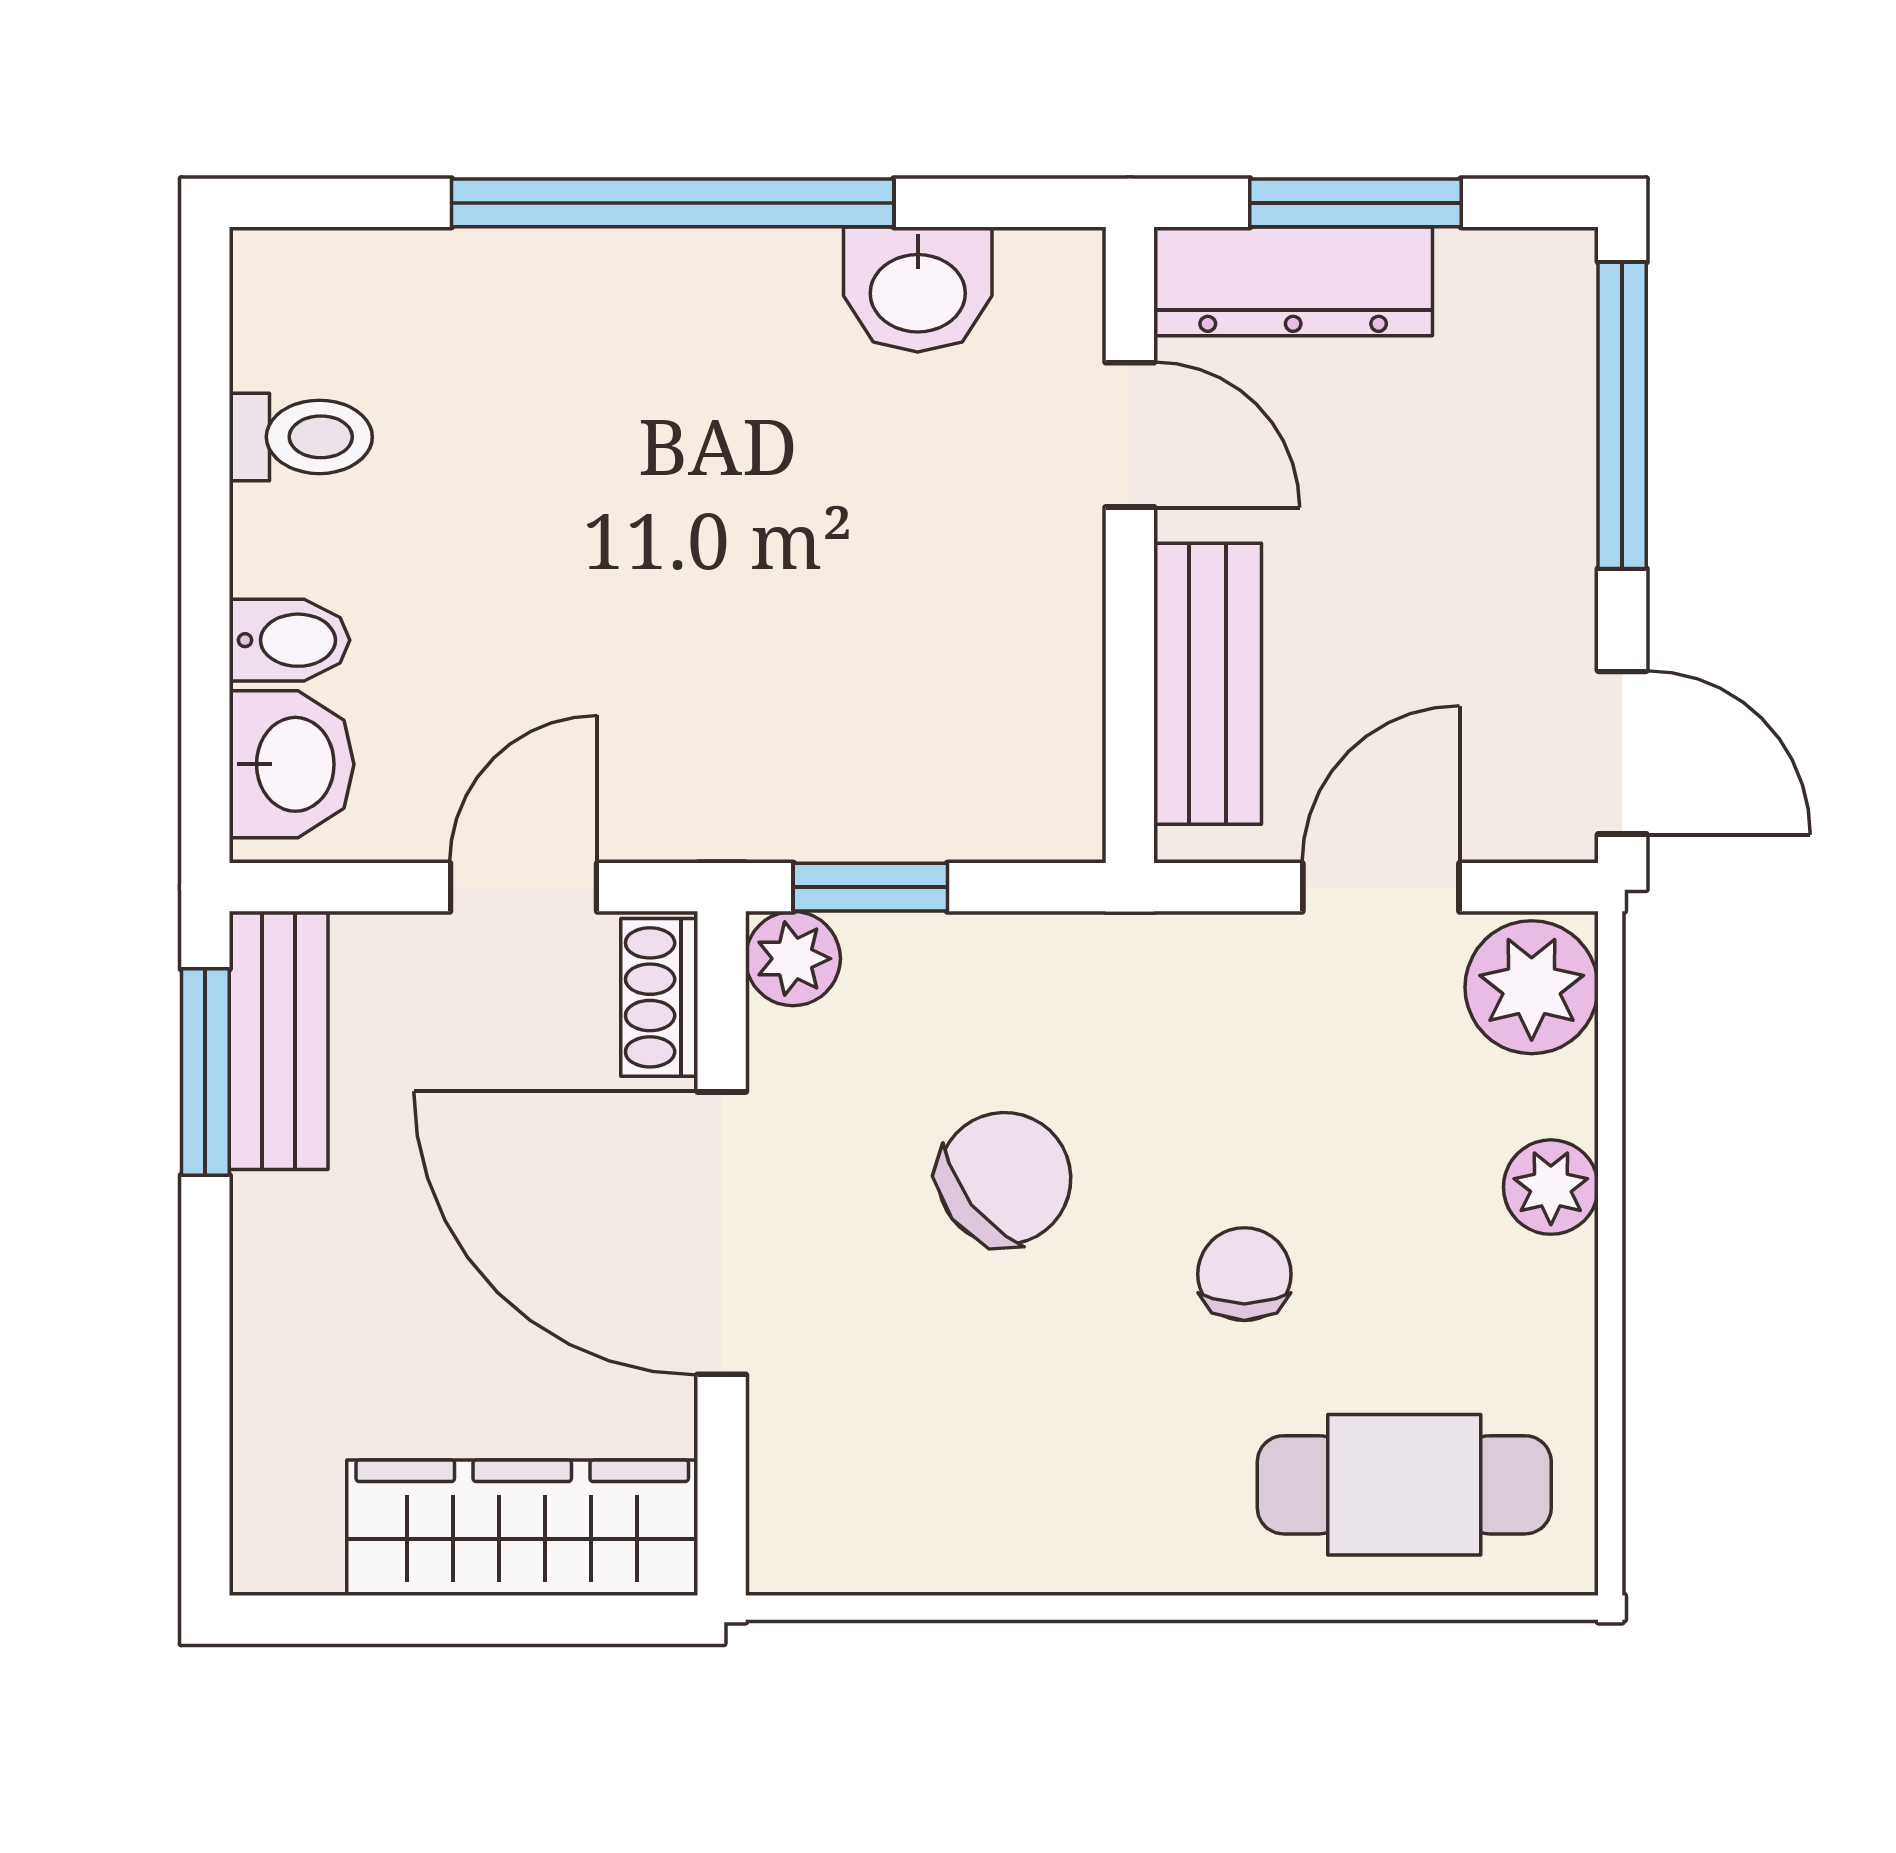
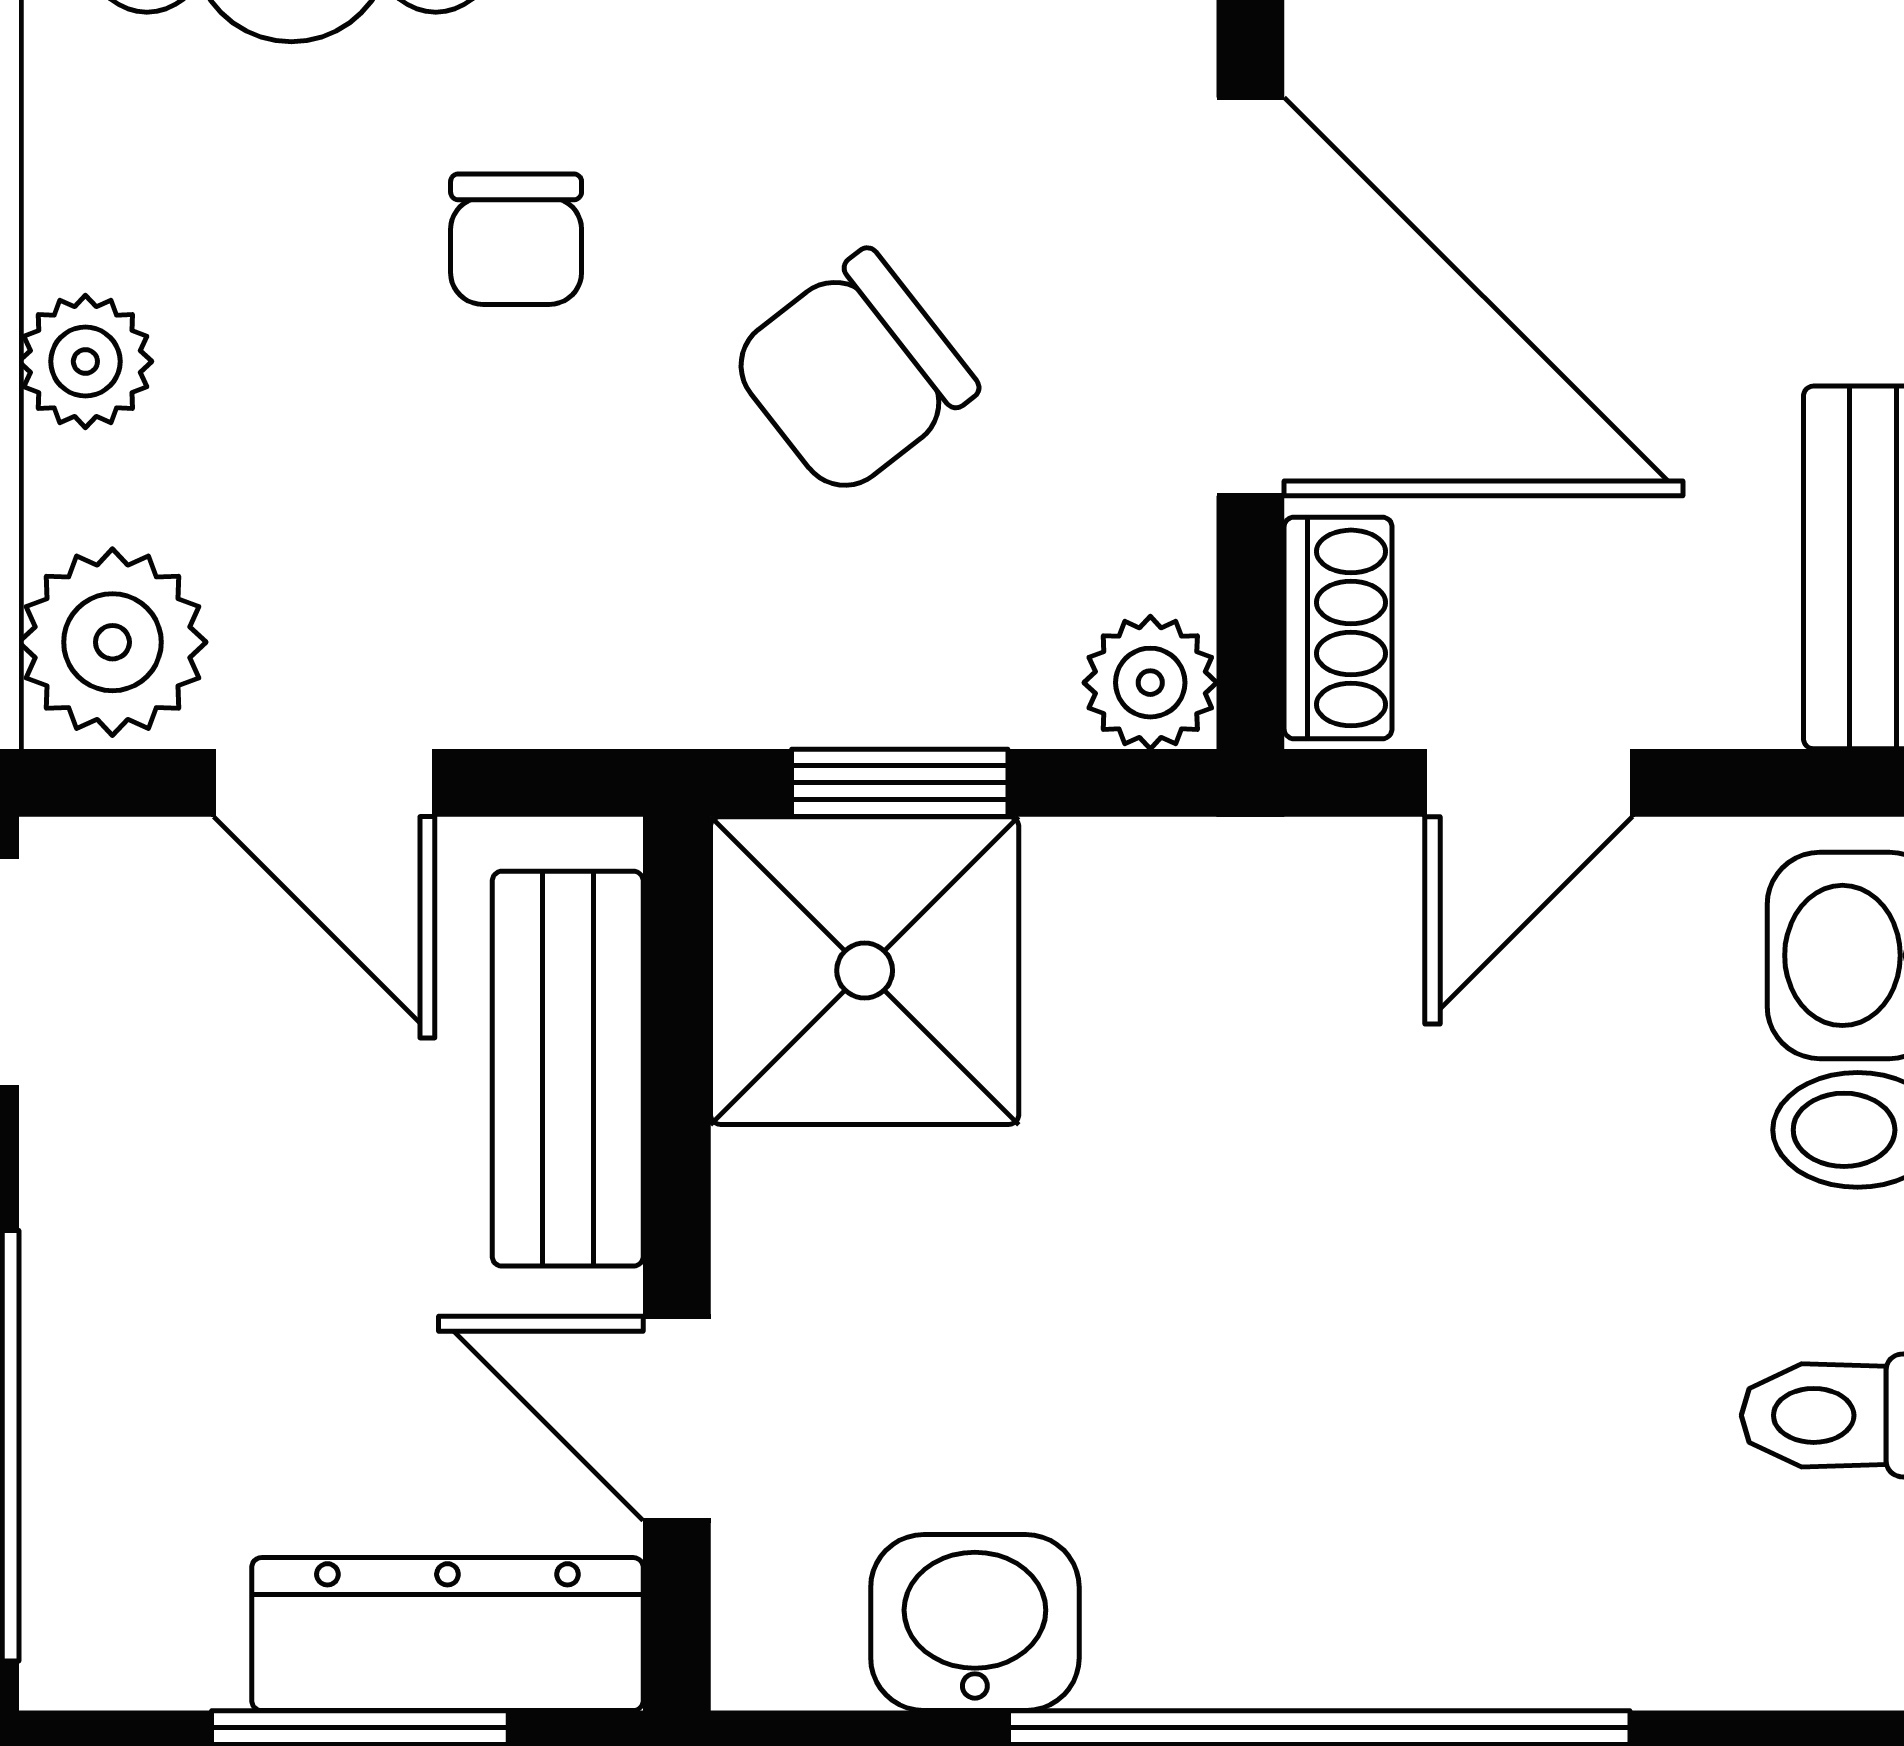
shower: (996, 754) -> (865, 971), added
window: (870, 887) -> (900, 783), moved
door: (1381, 887) -> (324, 783), hinge flipped

